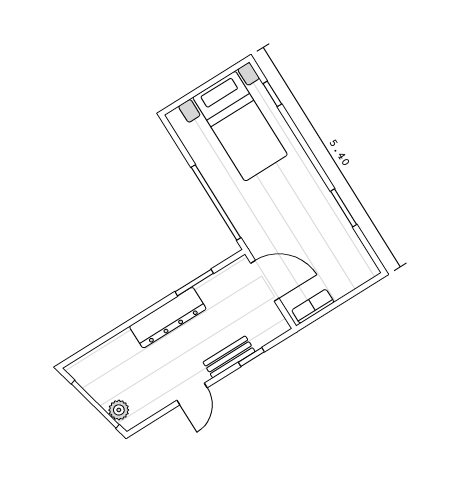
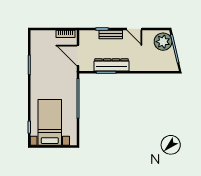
dresser: (168, 318) -> (112, 65), moved
door: (192, 394) -> (134, 29), swing flipped
plant: (119, 410) -> (163, 42), width x1.87, depth x1.87

